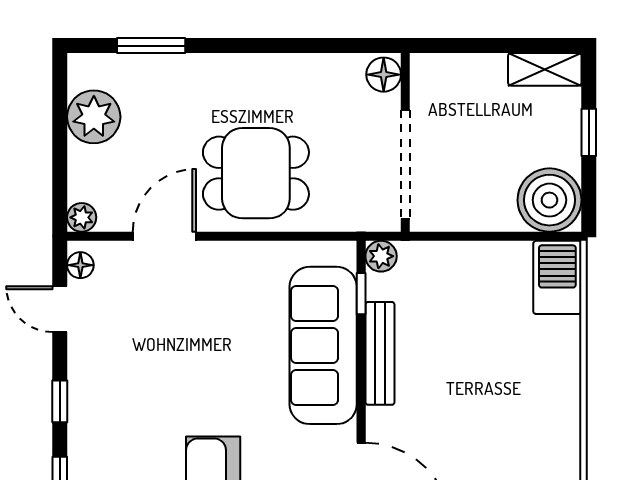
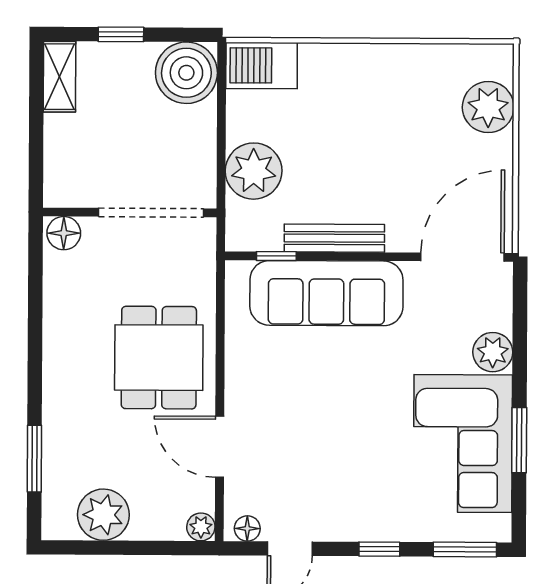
plant: (381, 256) -> (254, 171), moved, width x1.88, depth x1.88

